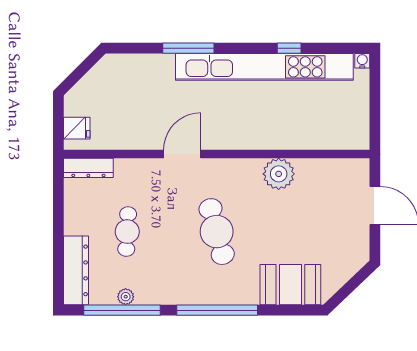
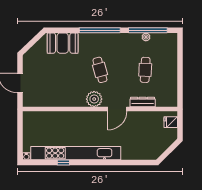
window: (188, 48) -> (114, 163), removed
dresser: (88, 168) -> (143, 102), moved
plant: (279, 174) -> (94, 99), moved
cafe table: (217, 232) -> (100, 70), width x0.73, depth x0.74
dresser: (76, 270) -> (171, 50), removed

